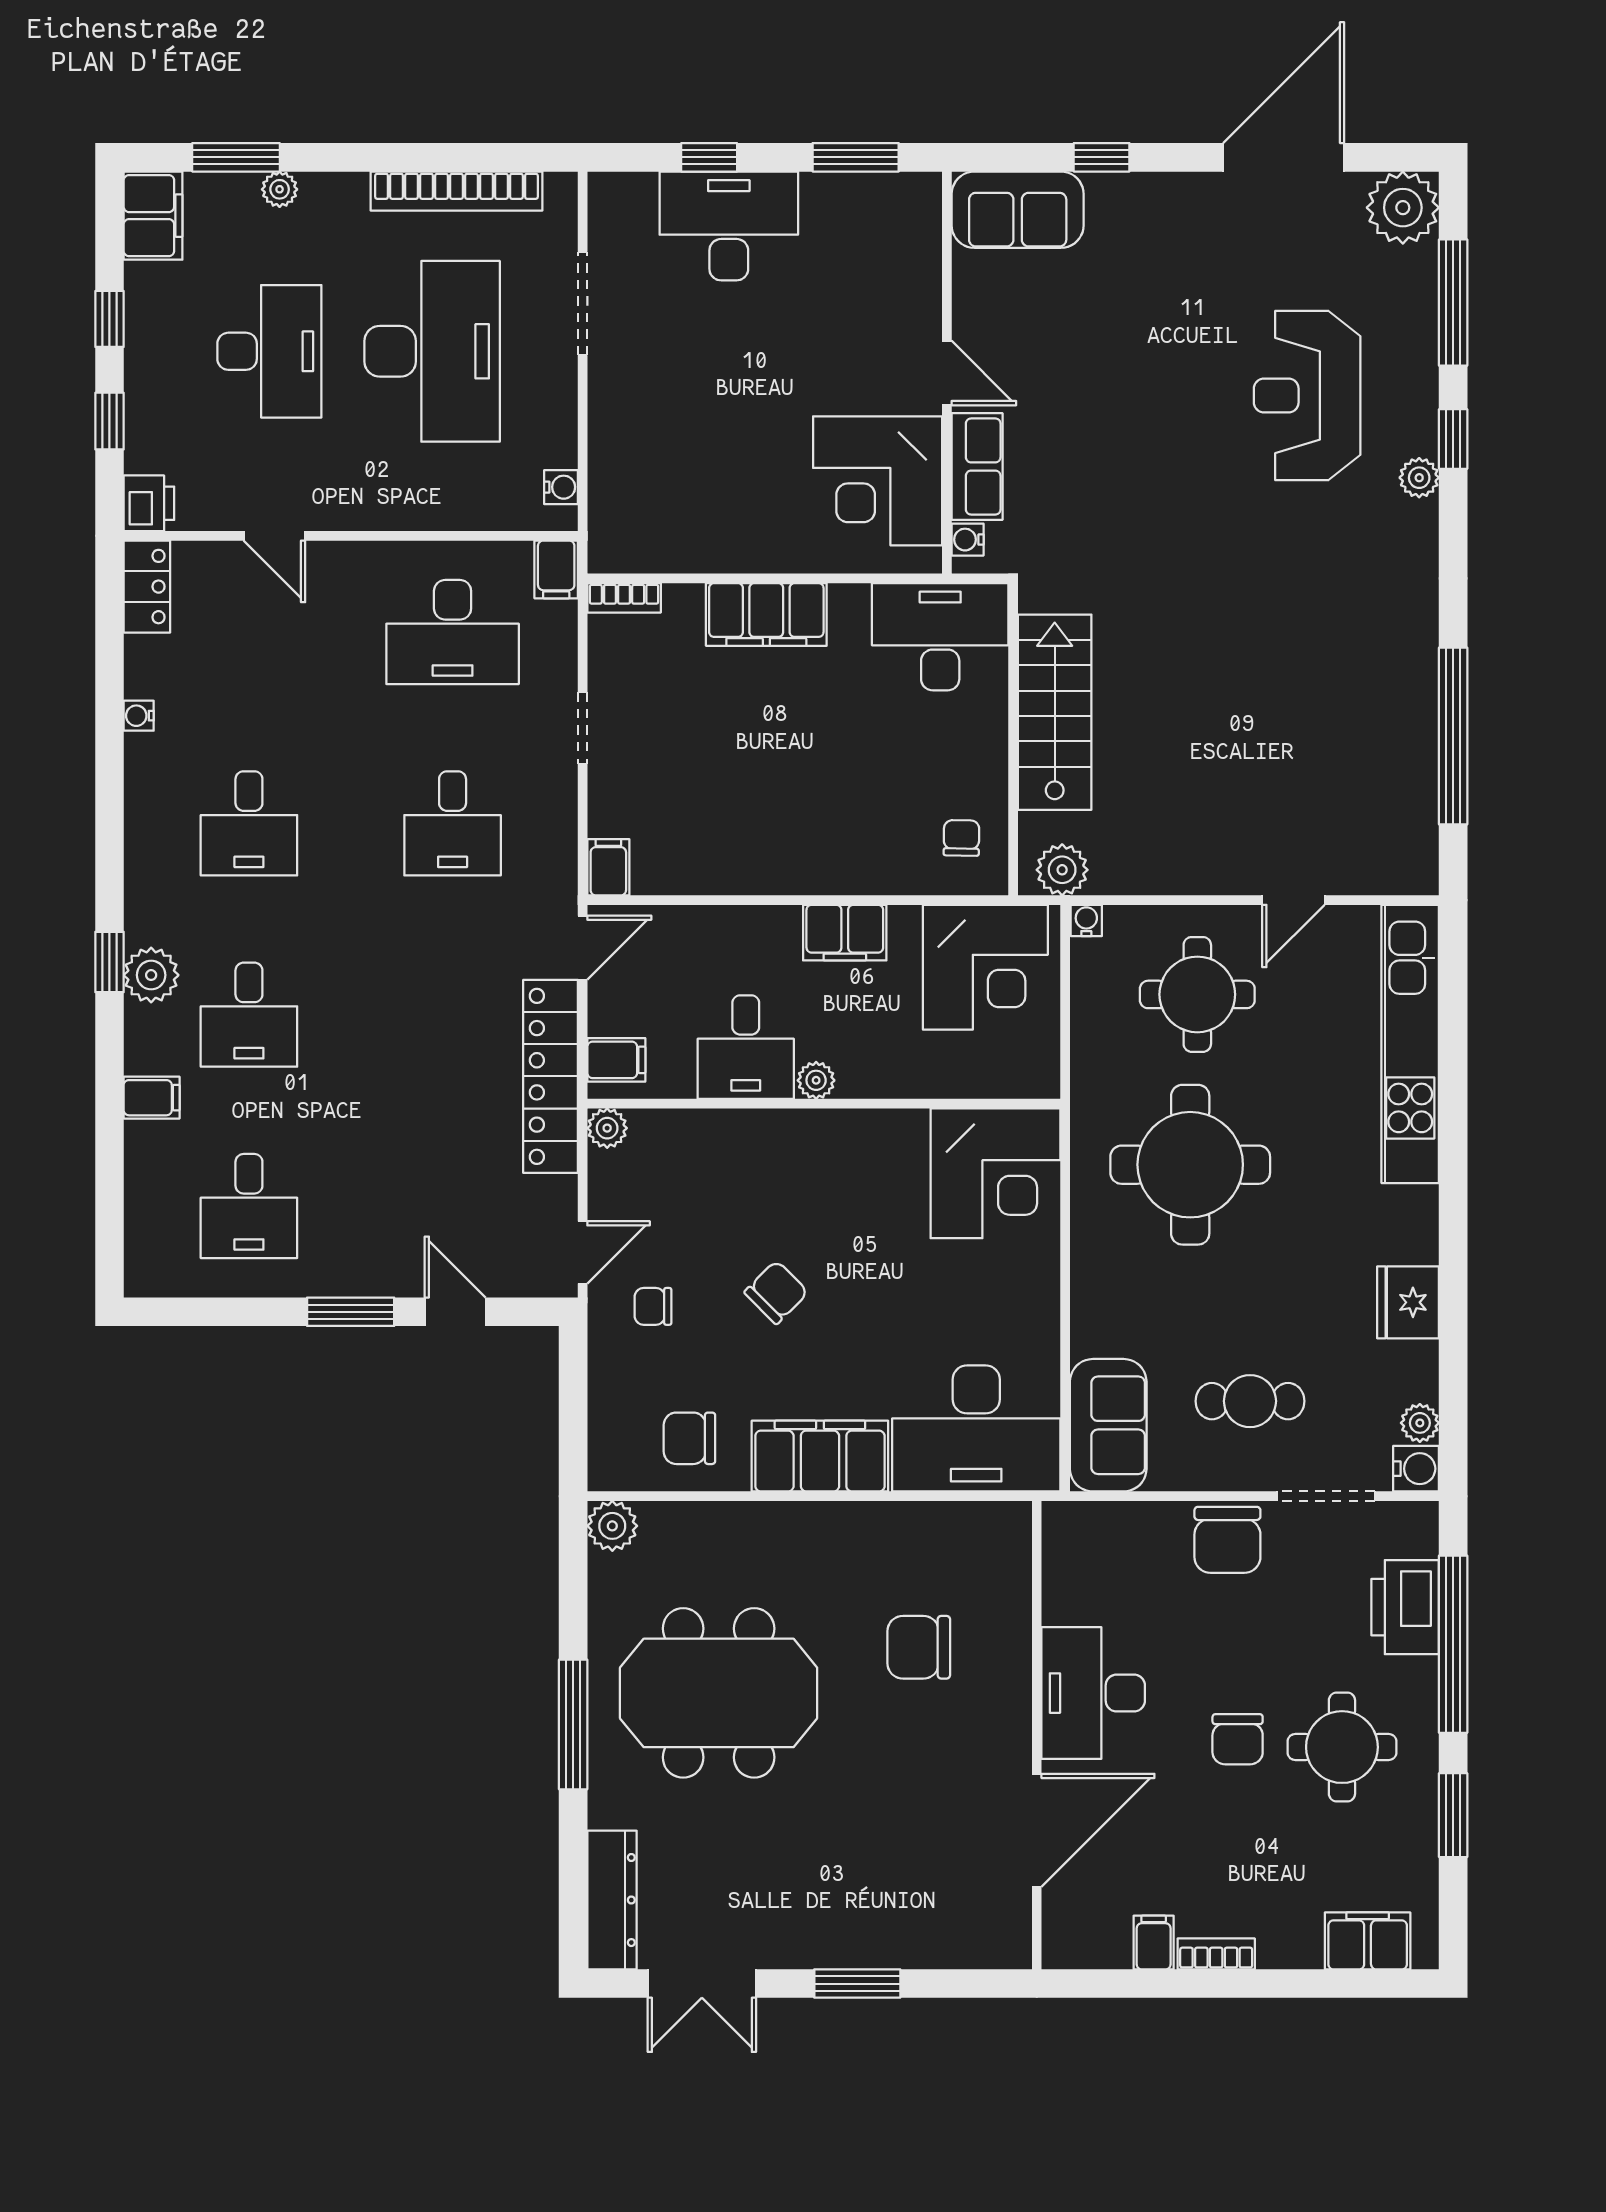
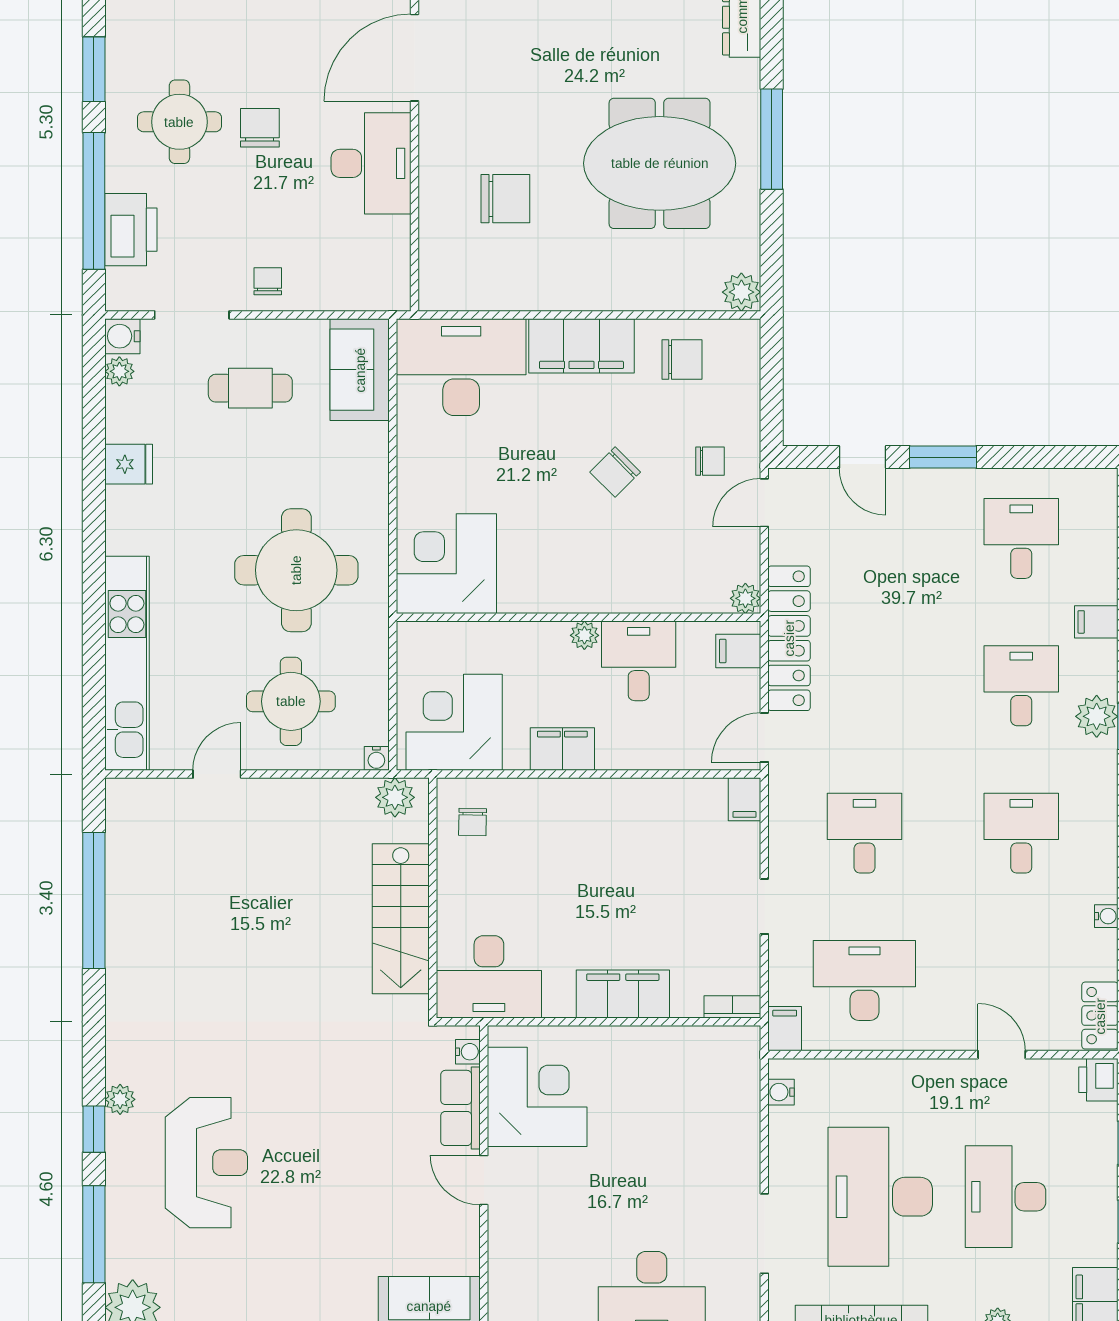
fridge: (1408, 1302) -> (129, 464), width x0.72
chair: (1227, 1540) -> (268, 281), width x0.54, depth x0.54

